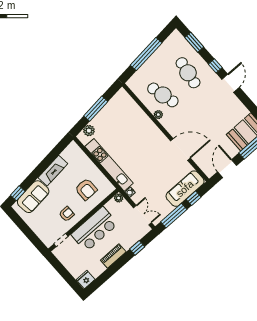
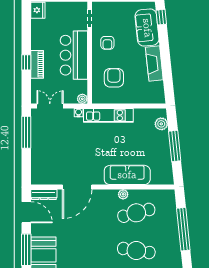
kitchen unit: (109, 165) -> (108, 115), width x0.73
dresser: (205, 167) -> (44, 194), added
armchair: (86, 189) -> (114, 78), turned 90
sofa: (185, 189) -> (127, 175), moved, turned -90
window: (194, 198) -> (26, 162), removed
double door: (142, 215) -> (50, 106), swing flipped
window: (137, 248) -> (26, 62), moved
piano: (113, 256) -> (37, 64), moved

